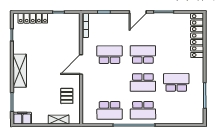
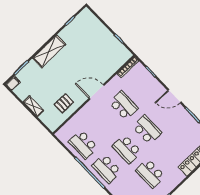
locker: (33, 18) -> (96, 24), removed
school desk: (176, 82) -> (150, 173), turned 180
filing cabinet: (22, 118) -> (13, 83), width x0.50
shelving: (59, 120) -> (33, 106), moved

